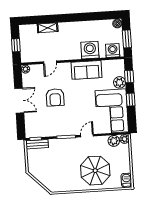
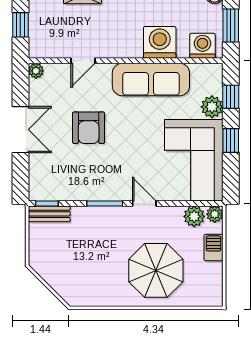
sofa: (87, 70) -> (151, 80), width x1.36
door: (87, 136) -> (144, 204), hinge flipped
barbecue: (126, 180) -> (213, 247), moved

